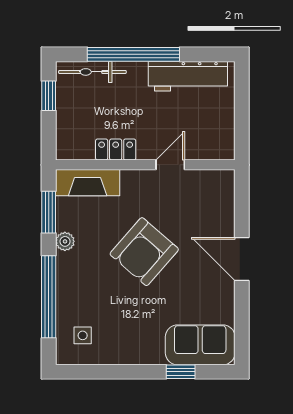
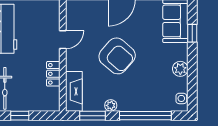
door: (170, 165) -> (63, 40), swing flipped
side table: (83, 335) -> (181, 98), moved
plant: (124, 353) -> (180, 69), added

